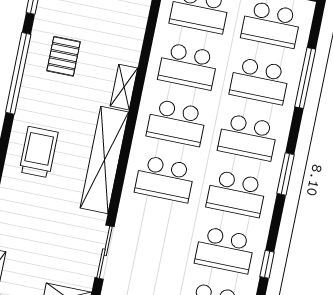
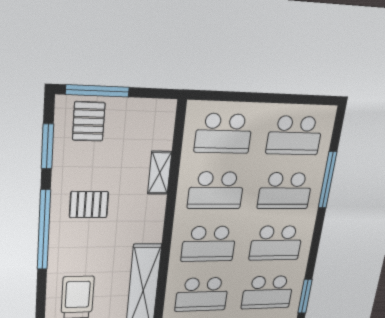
pallet: (64, 56) -> (89, 205), turned 90
shelving: (124, 87) -> (160, 173), moved
window: (286, 174) -> (305, 296), moved

